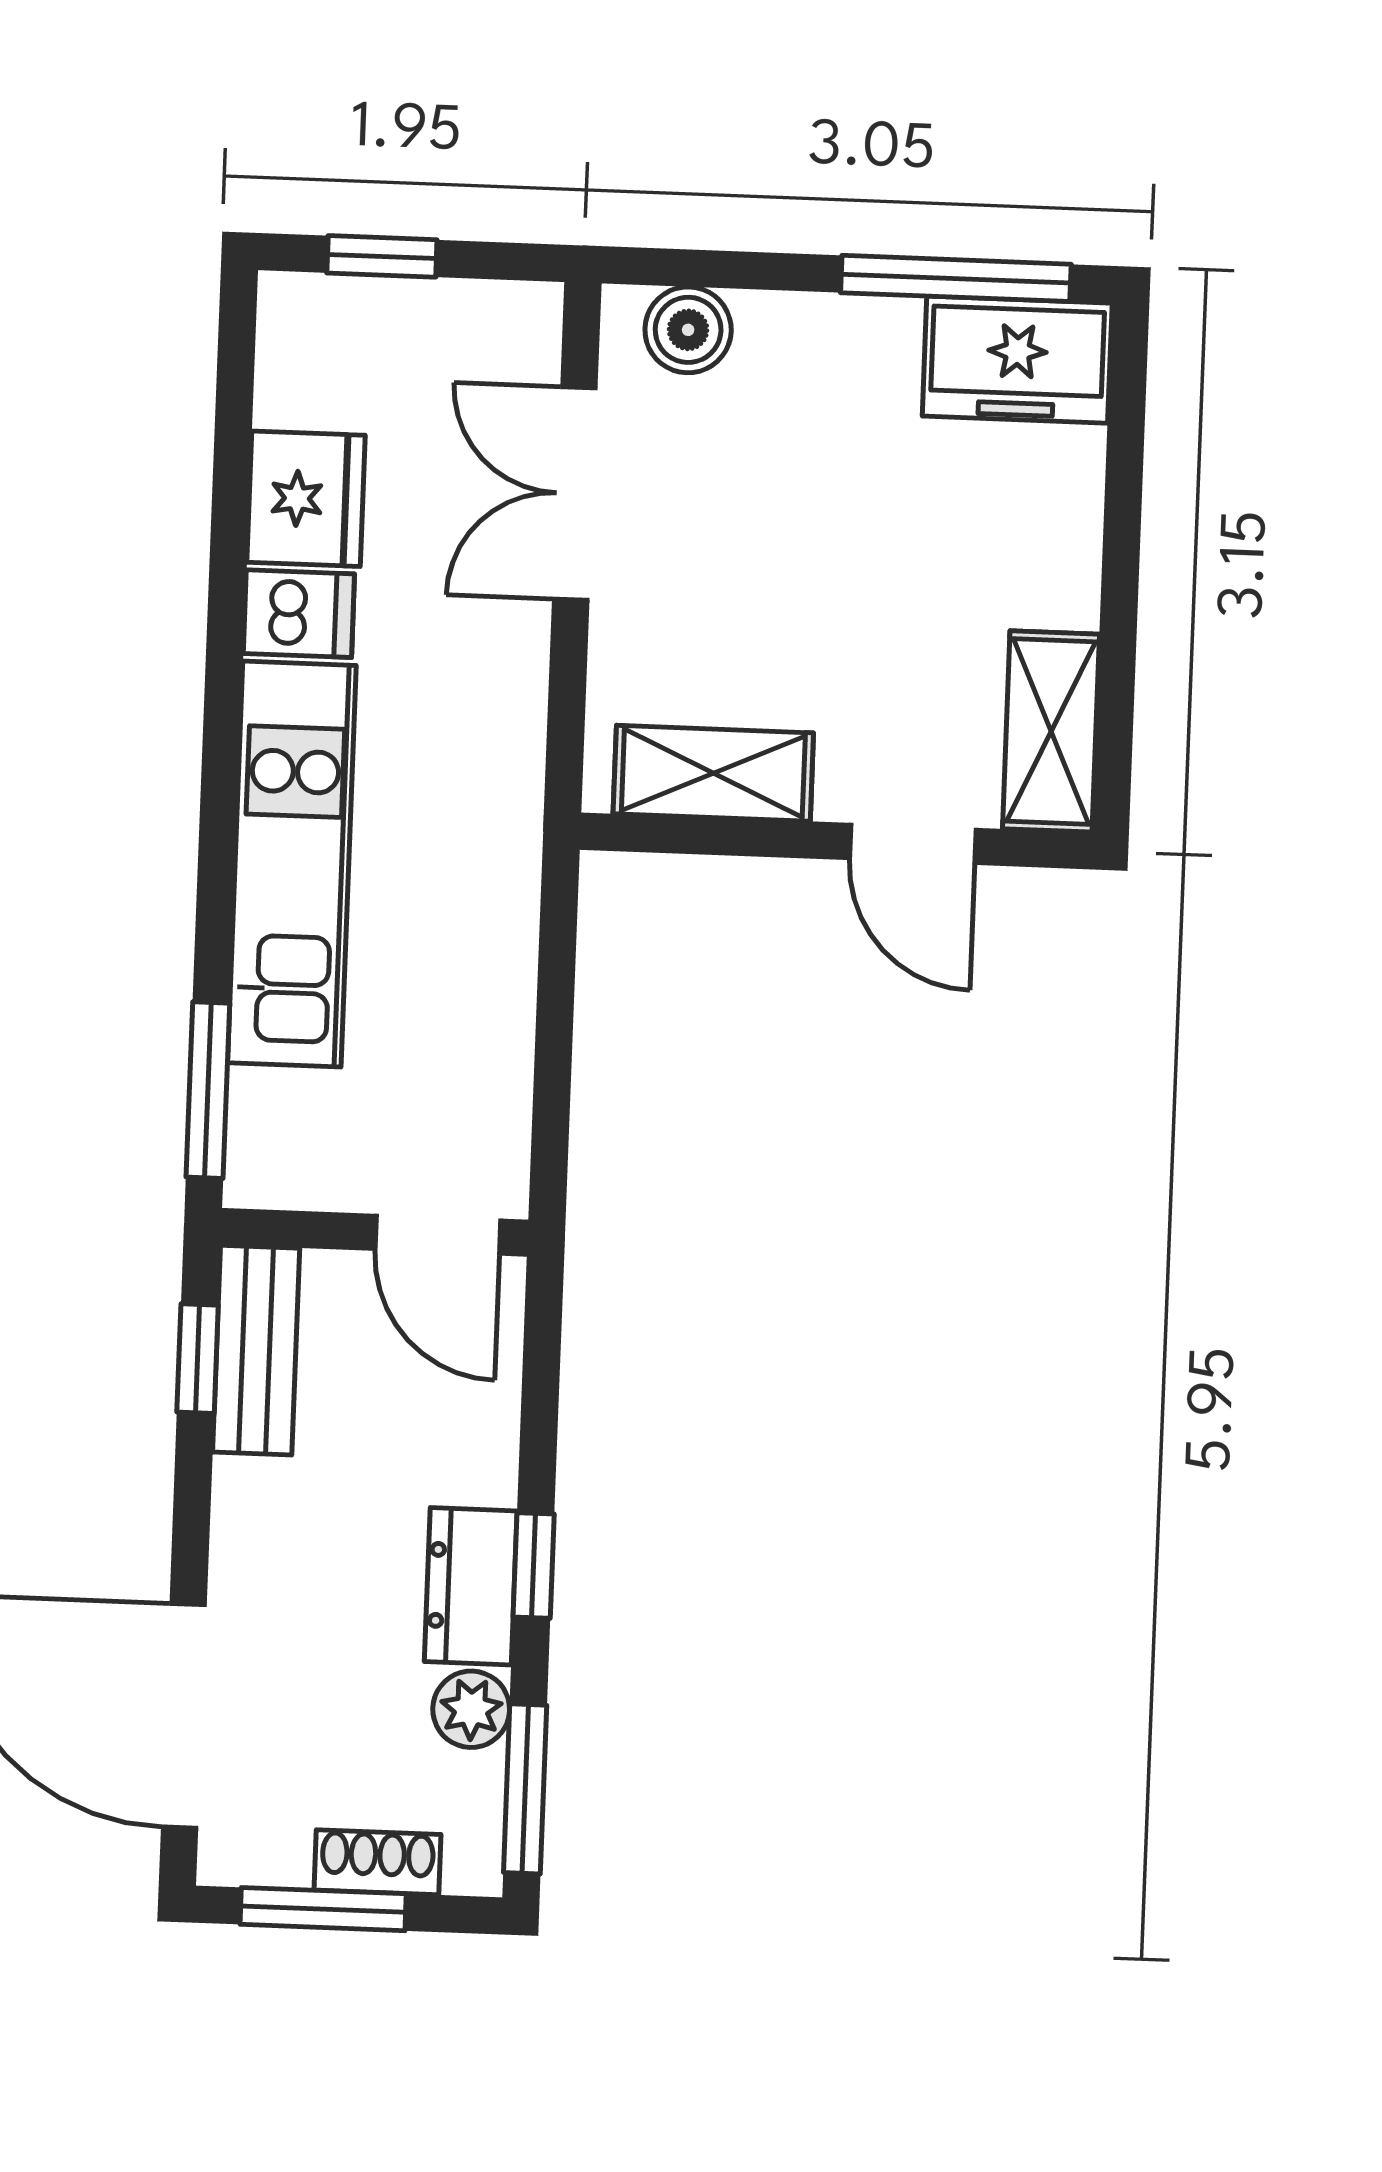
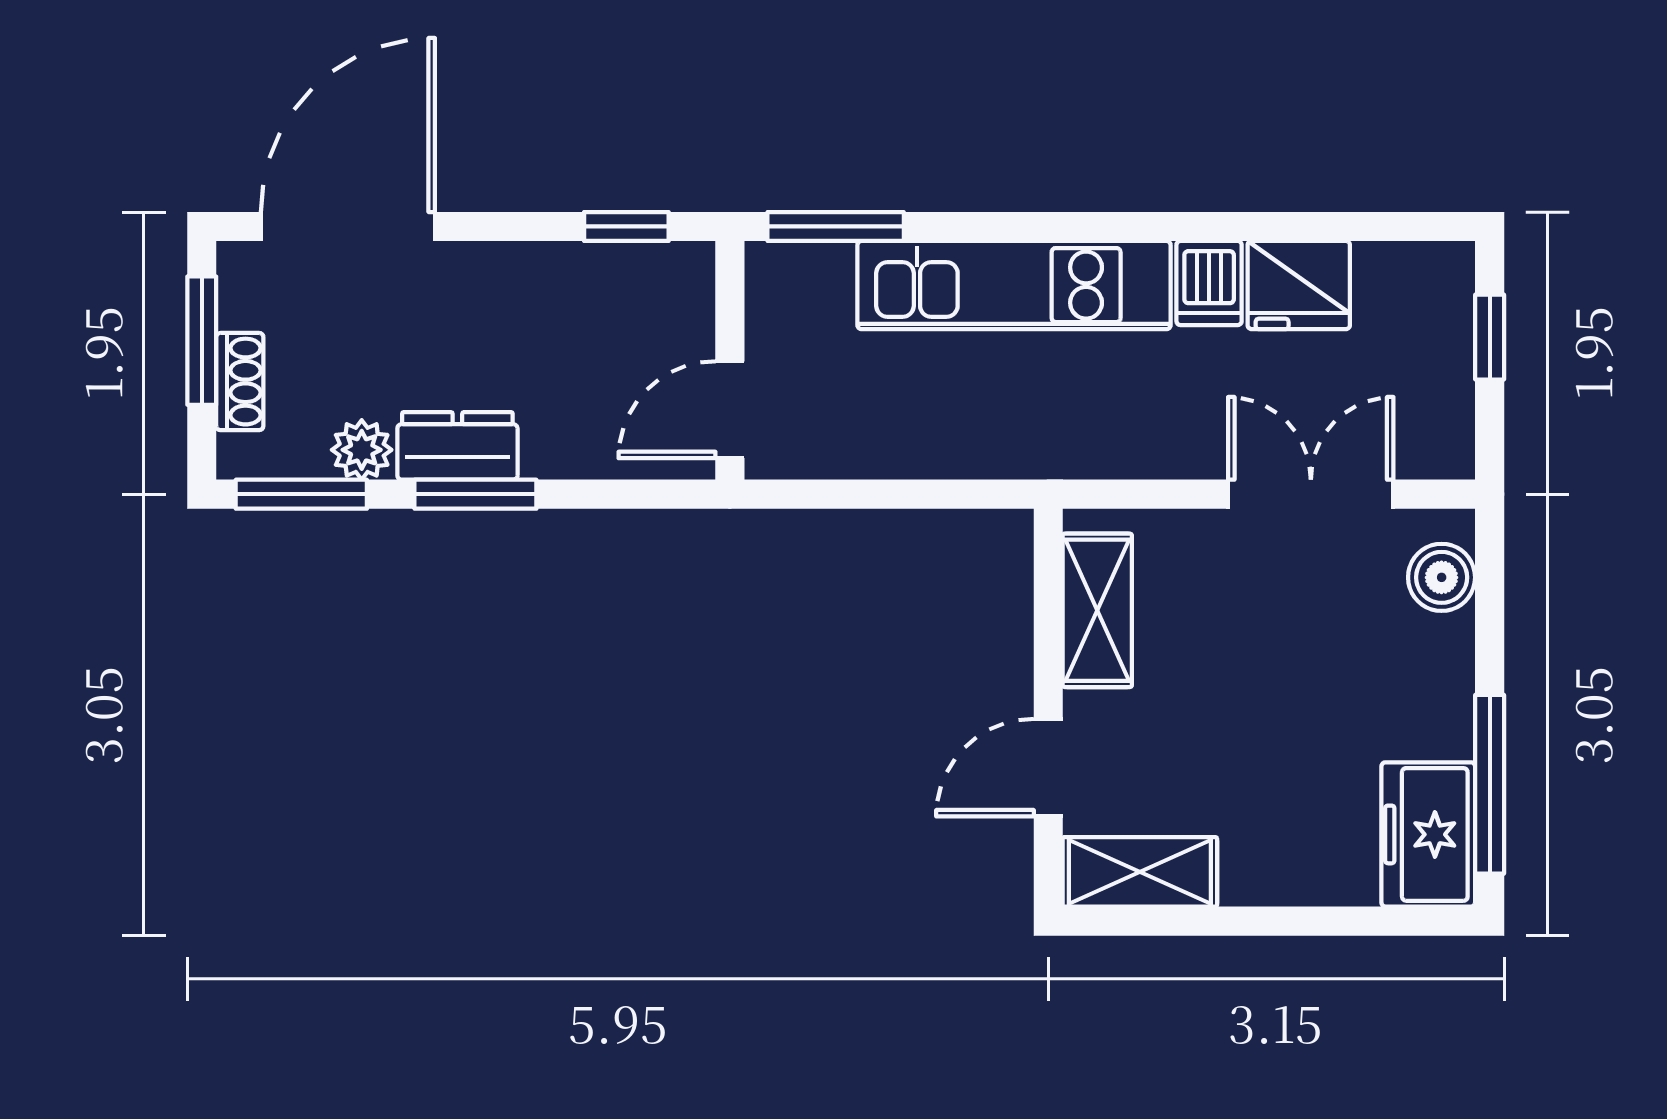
bench: (256, 1350) -> (635, 272), removed
window: (534, 1565) -> (475, 494), width x1.50

